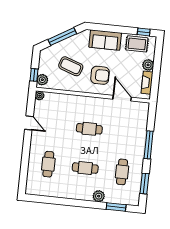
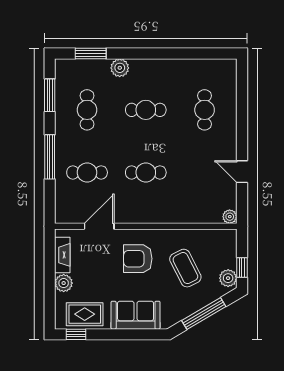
coffee table: (71, 66) -> (185, 268), turned 44
window: (34, 75) -> (242, 268), moved
plant: (42, 80) -> (228, 278), moved
door: (122, 98) -> (99, 226), swing flipped
cafe table: (126, 133) -> (87, 172), added

